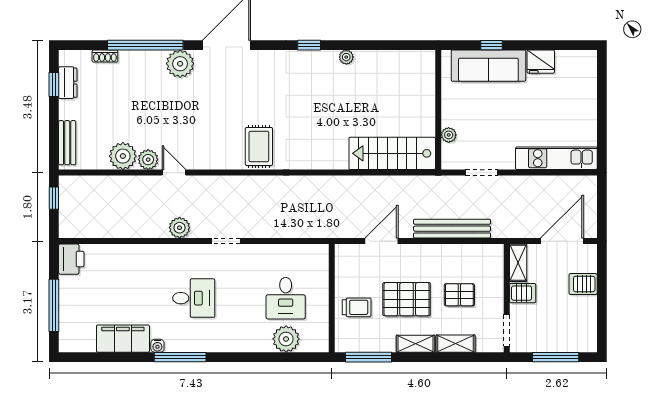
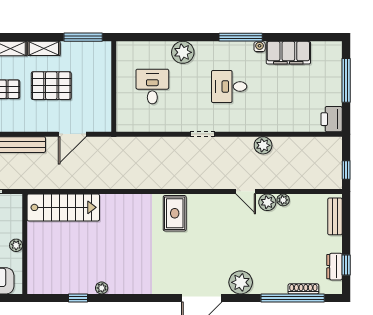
window: (145, 45) -> (293, 298), moved
window: (309, 45) -> (78, 298), moved
shoe rack: (105, 56) -> (303, 289), width x1.43
plant: (449, 135) -> (16, 245), moved
plant: (123, 156) -> (283, 200), width x0.53, depth x0.53
plant: (180, 228) -> (263, 145), moved
trolley: (357, 307) -> (93, 79), removed
plant: (286, 339) -> (183, 52), moved

